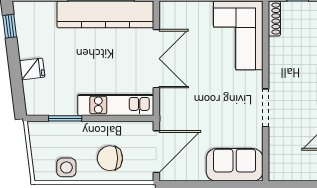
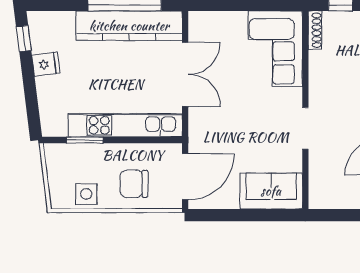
fridge: (32, 69) -> (46, 64), moved
kitchen unit: (116, 105) -> (125, 125), width x1.36

